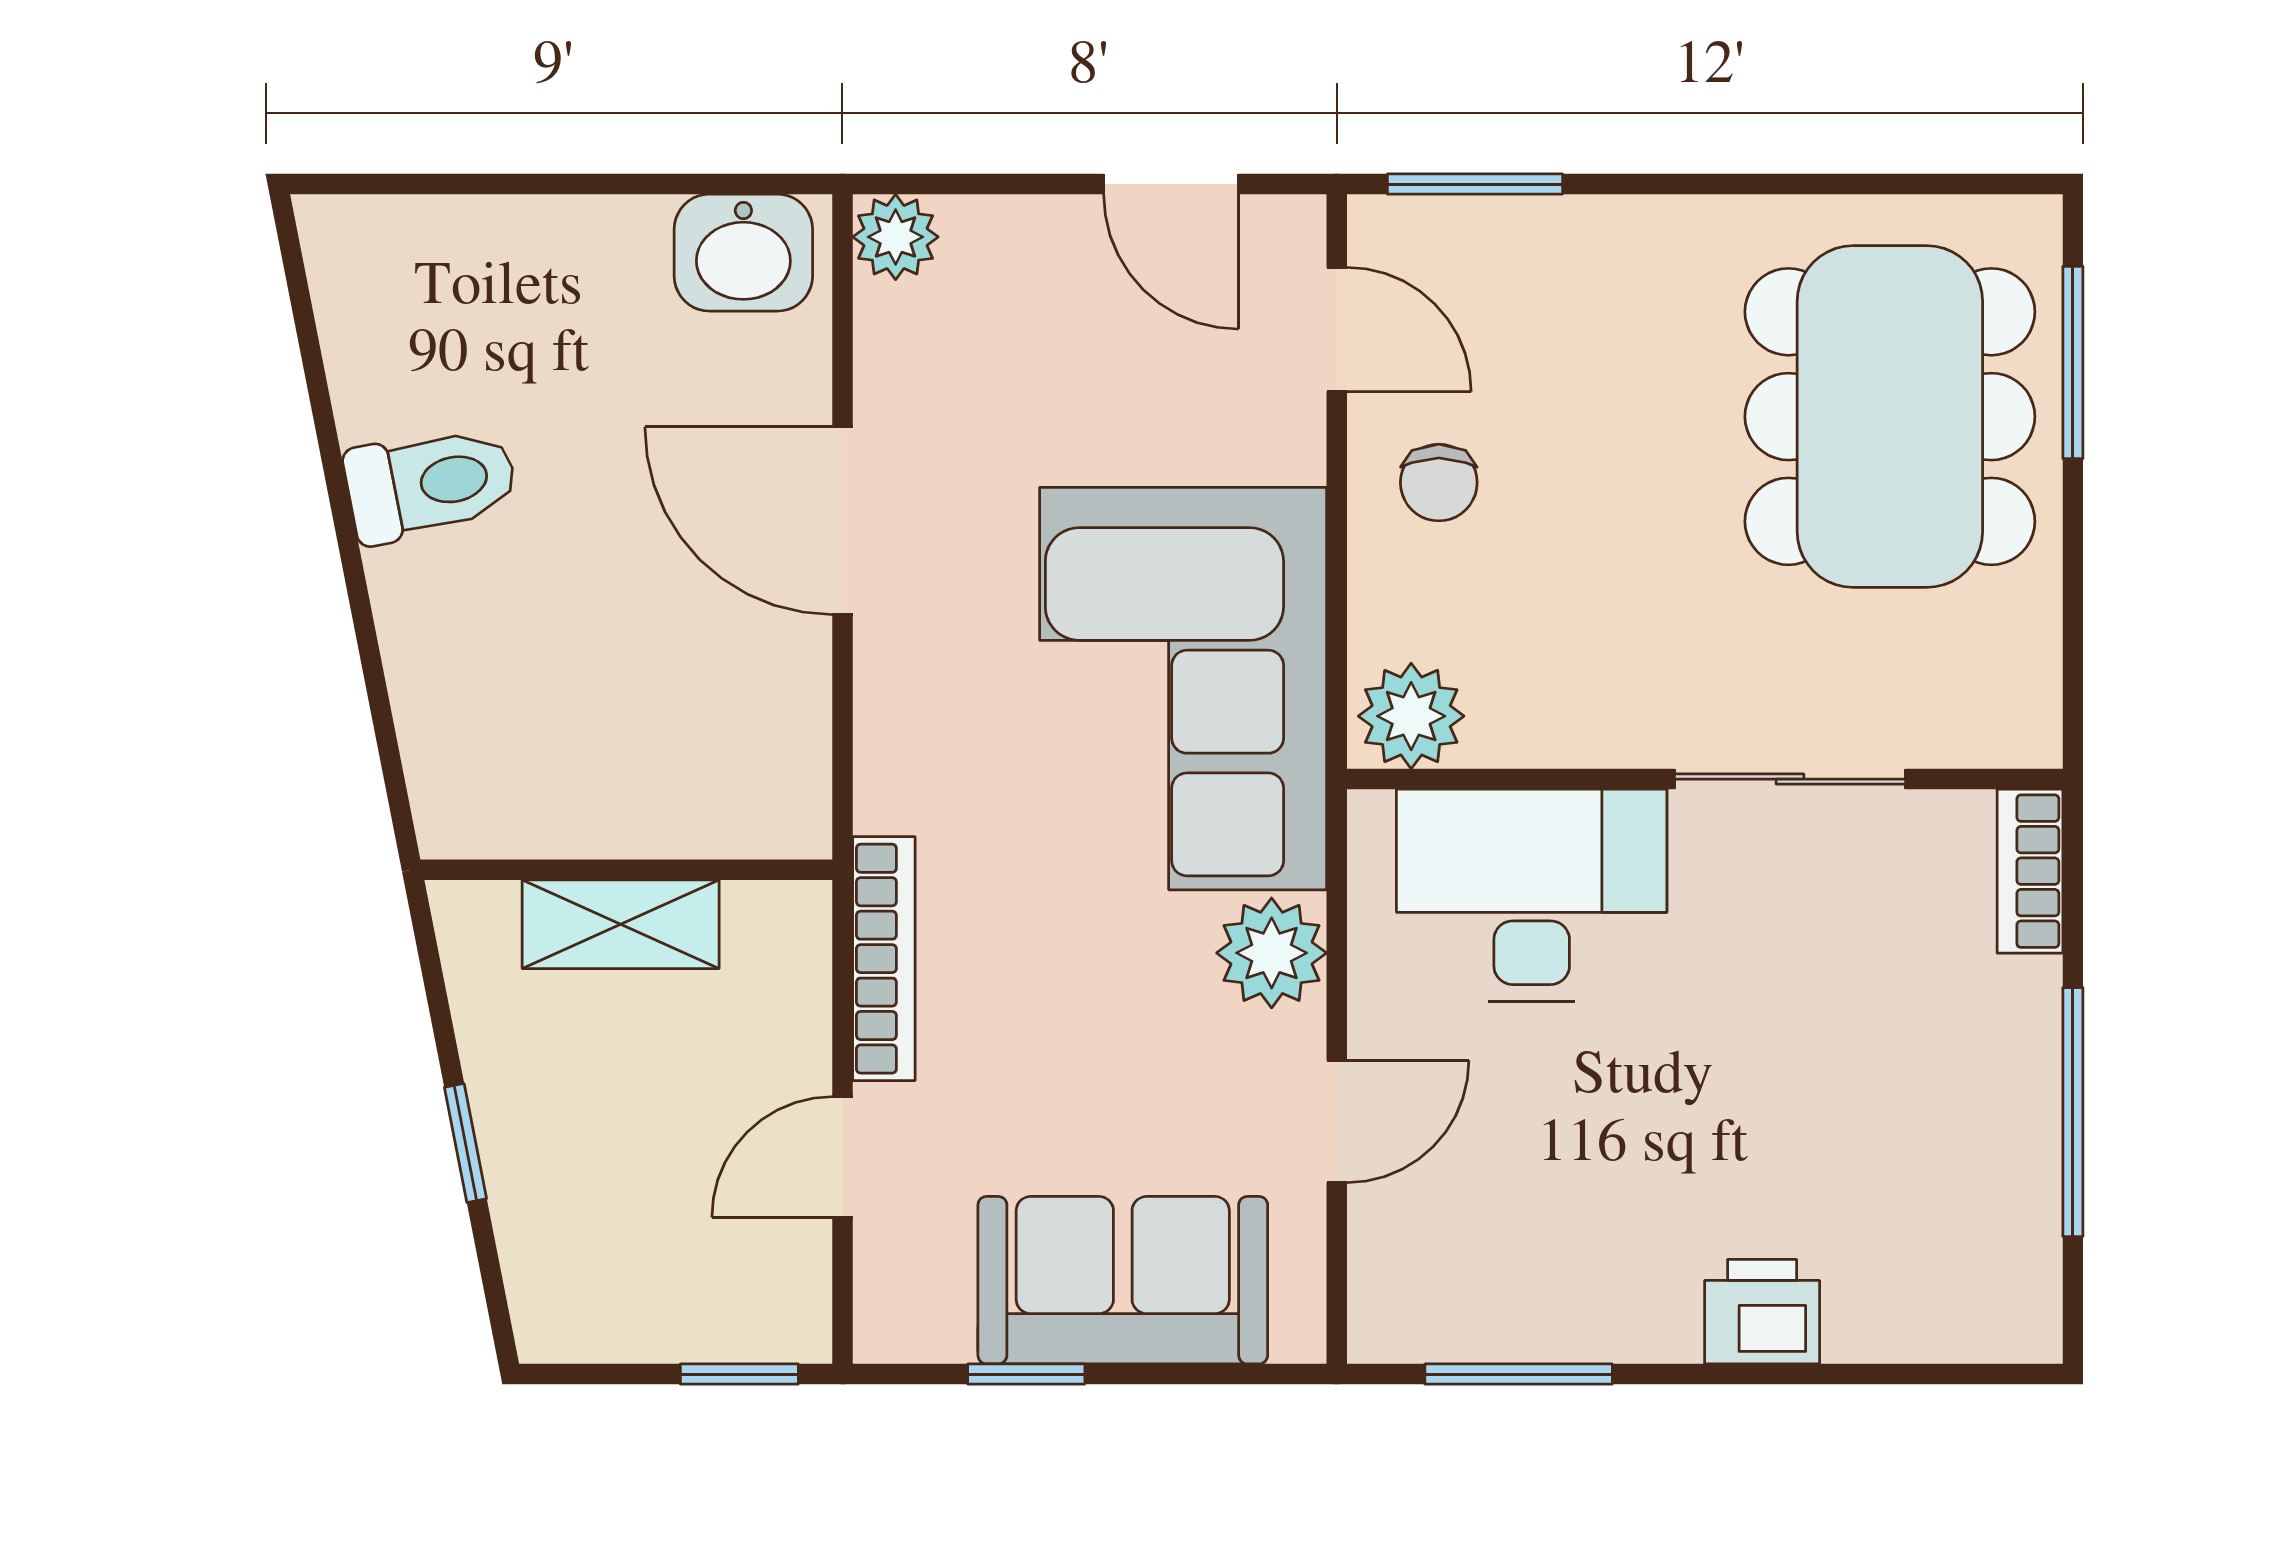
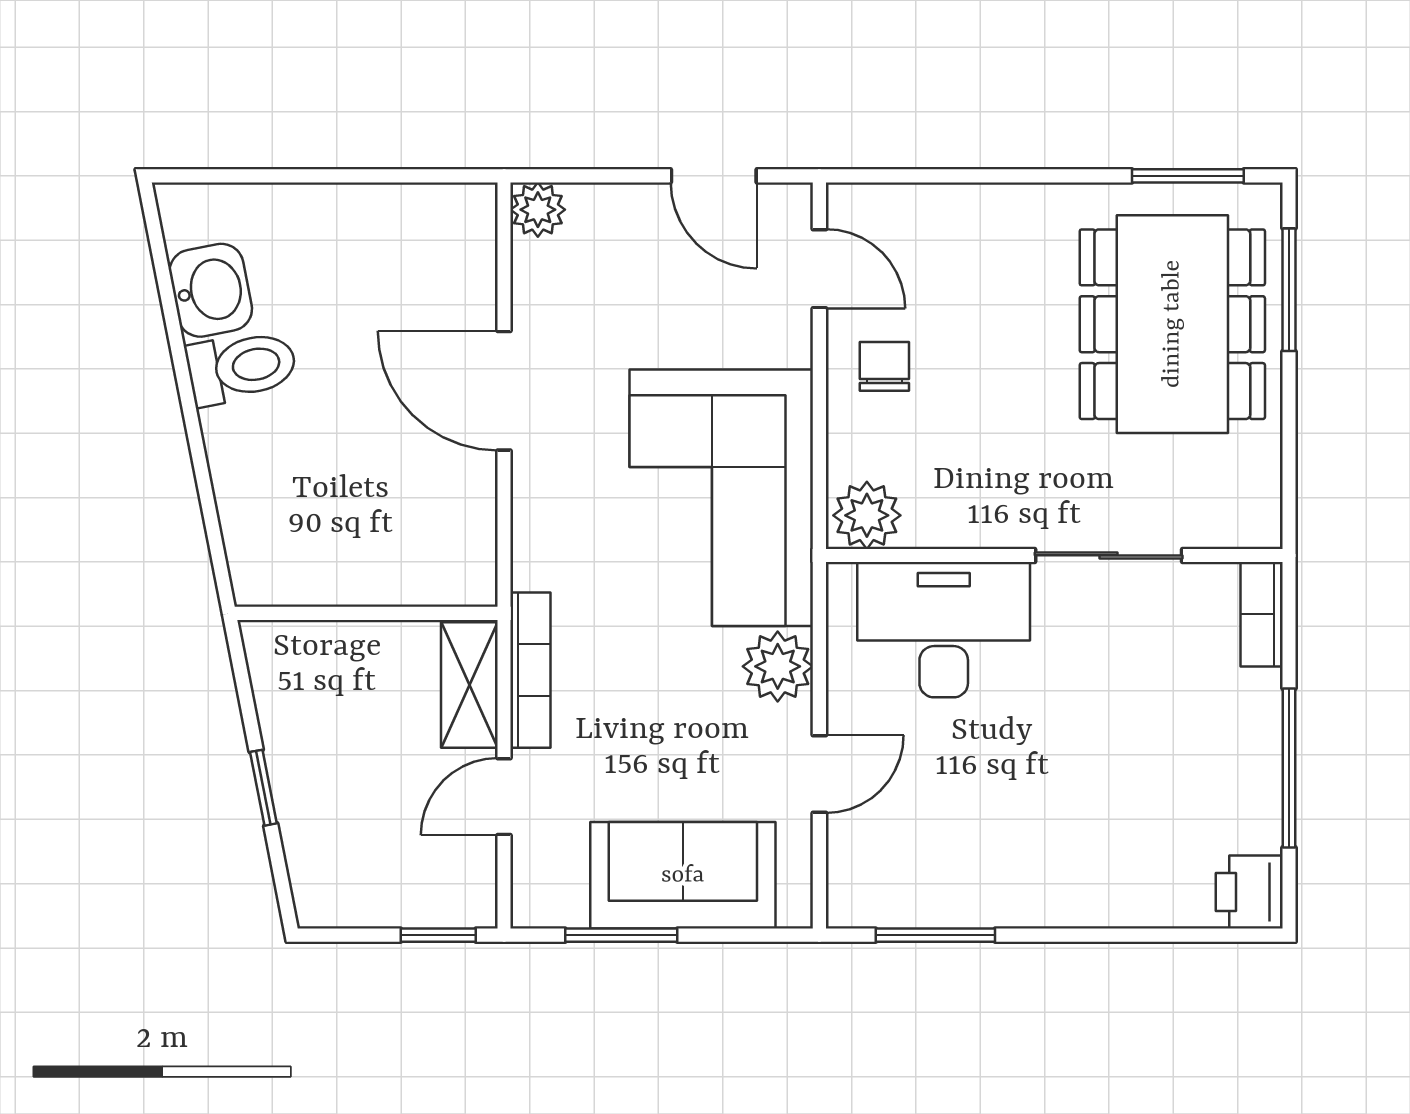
window: (1475, 184) -> (1188, 176), moved
washbasin: (743, 253) -> (211, 290), moved, turned -101
chair: (1439, 483) -> (884, 366), turned 180
shelving: (621, 924) -> (469, 685), moved, turned 90
printer: (1762, 1312) -> (1249, 892), moved, turned -90
window: (1026, 1374) -> (621, 935), width x1.50

